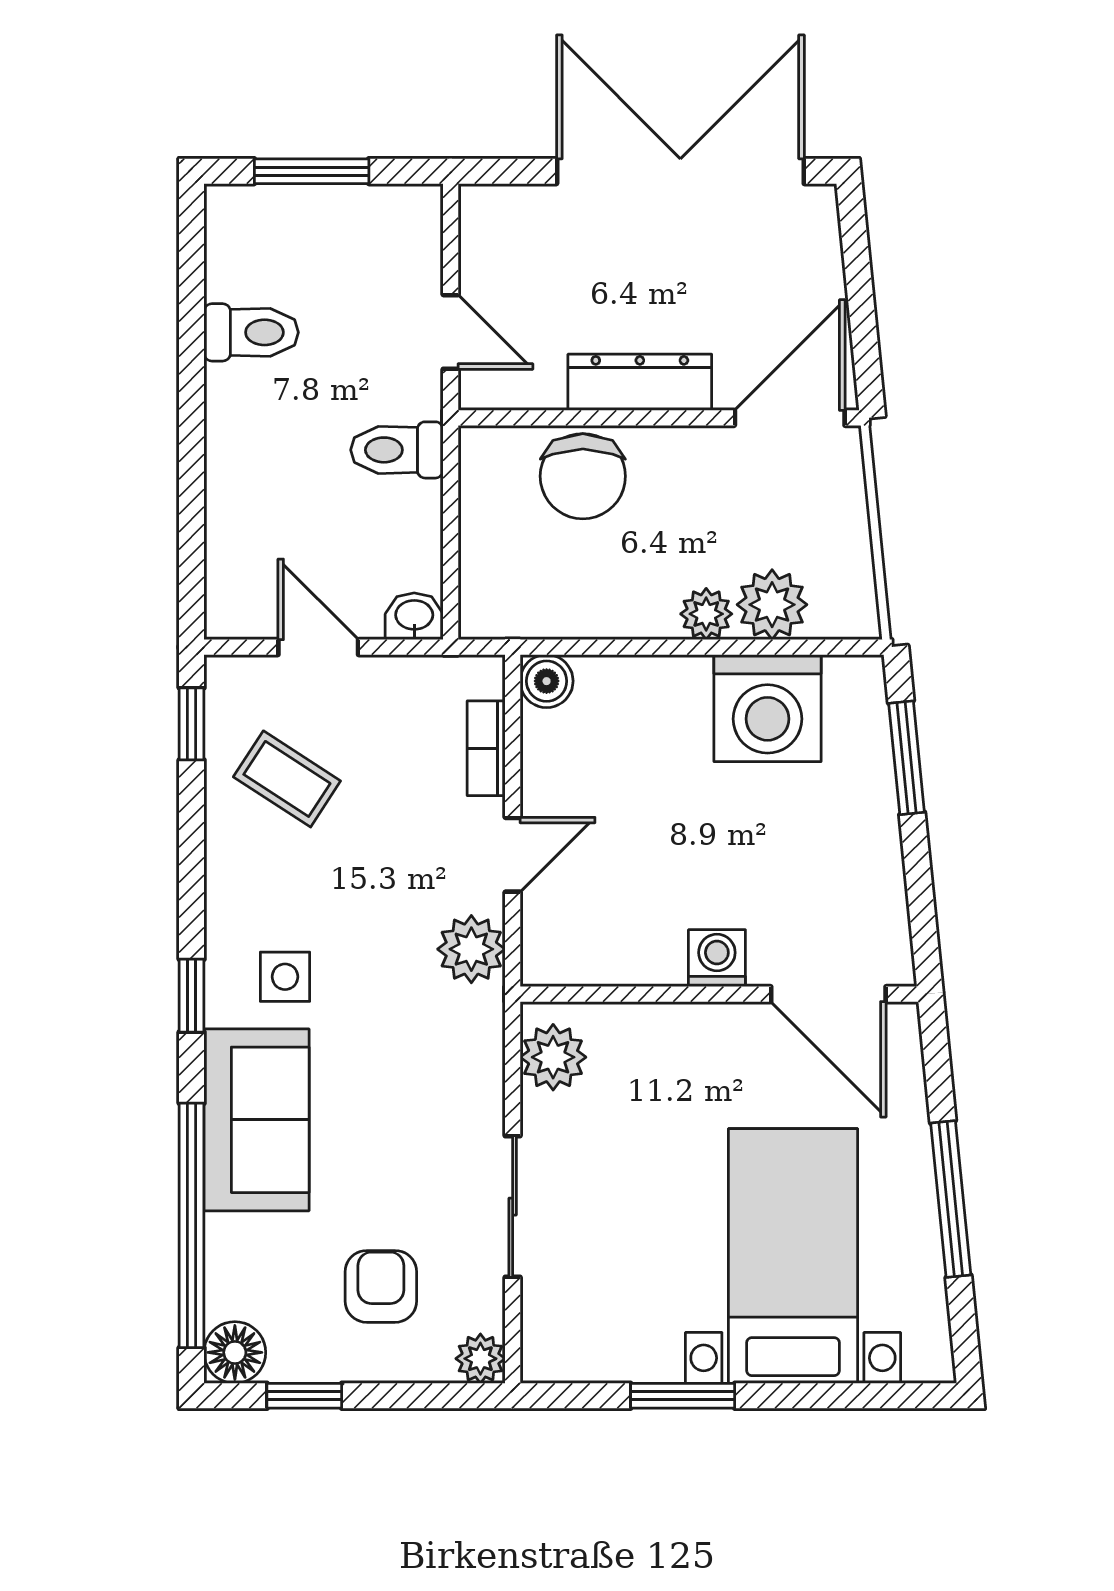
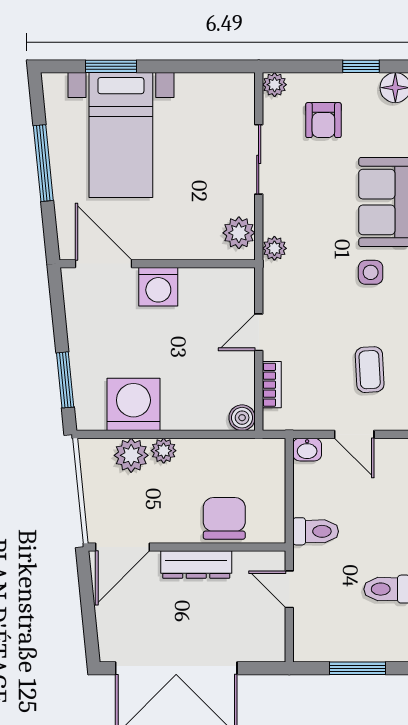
coffee table: (287, 779) -> (370, 370), turned 54
plant: (471, 949) -> (274, 248), moved, width x0.73, depth x0.73
washing machine: (717, 958) -> (158, 287), width x1.38, depth x1.38
window: (683, 1396) -> (111, 66), moved

